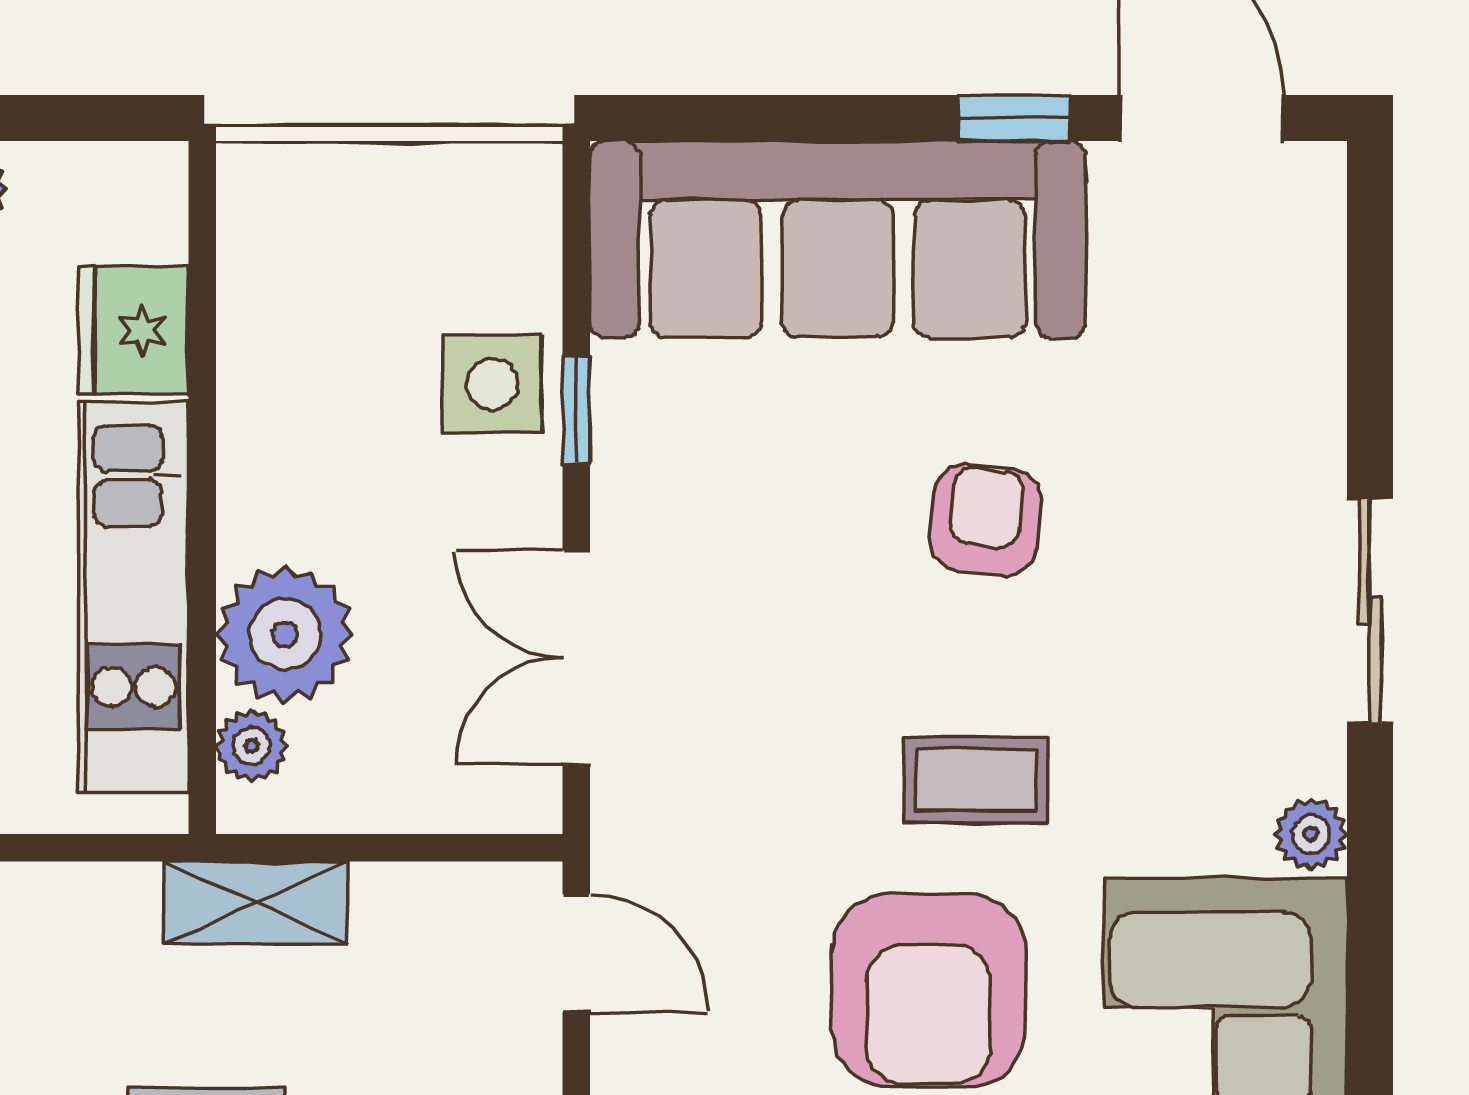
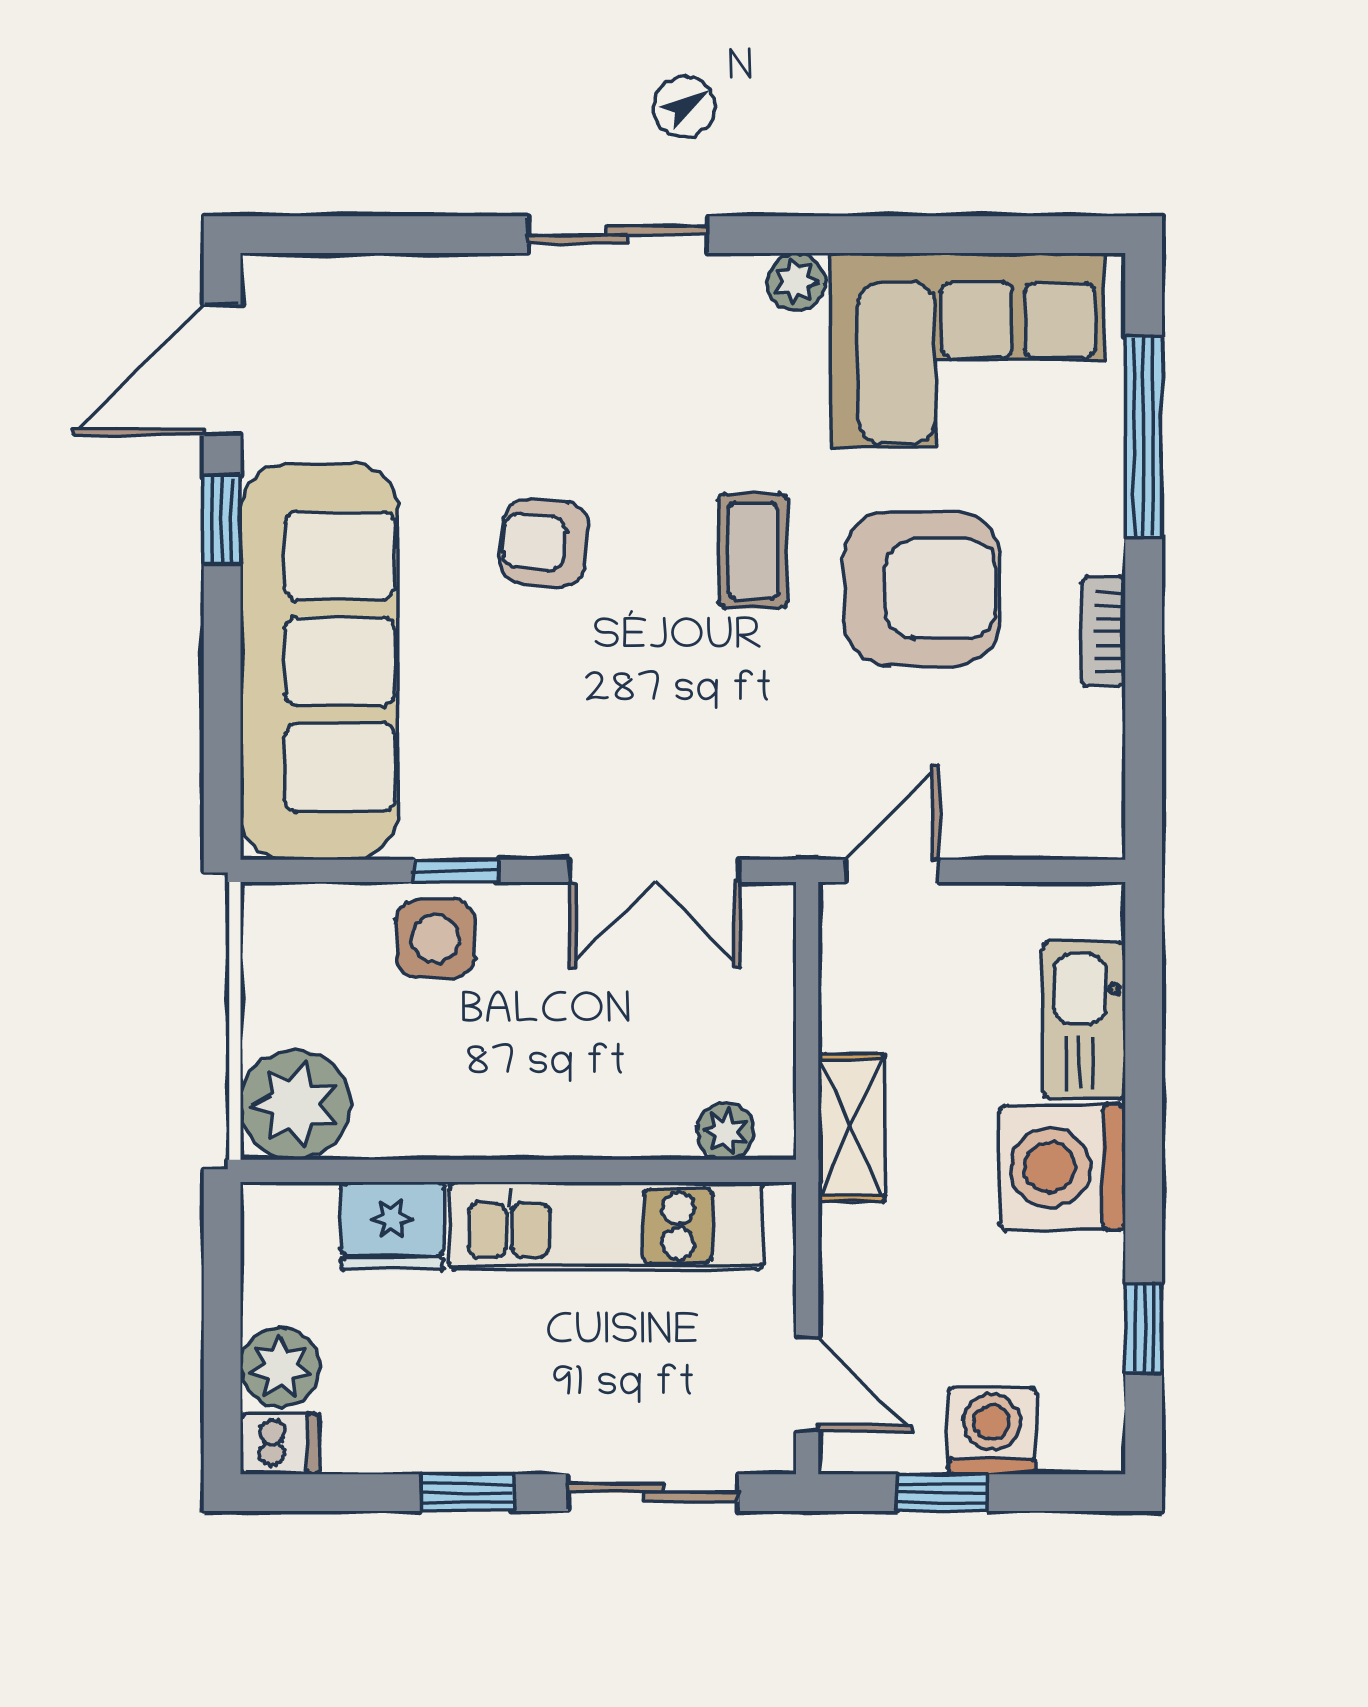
plant: (285, 634) -> (295, 1105), moved

